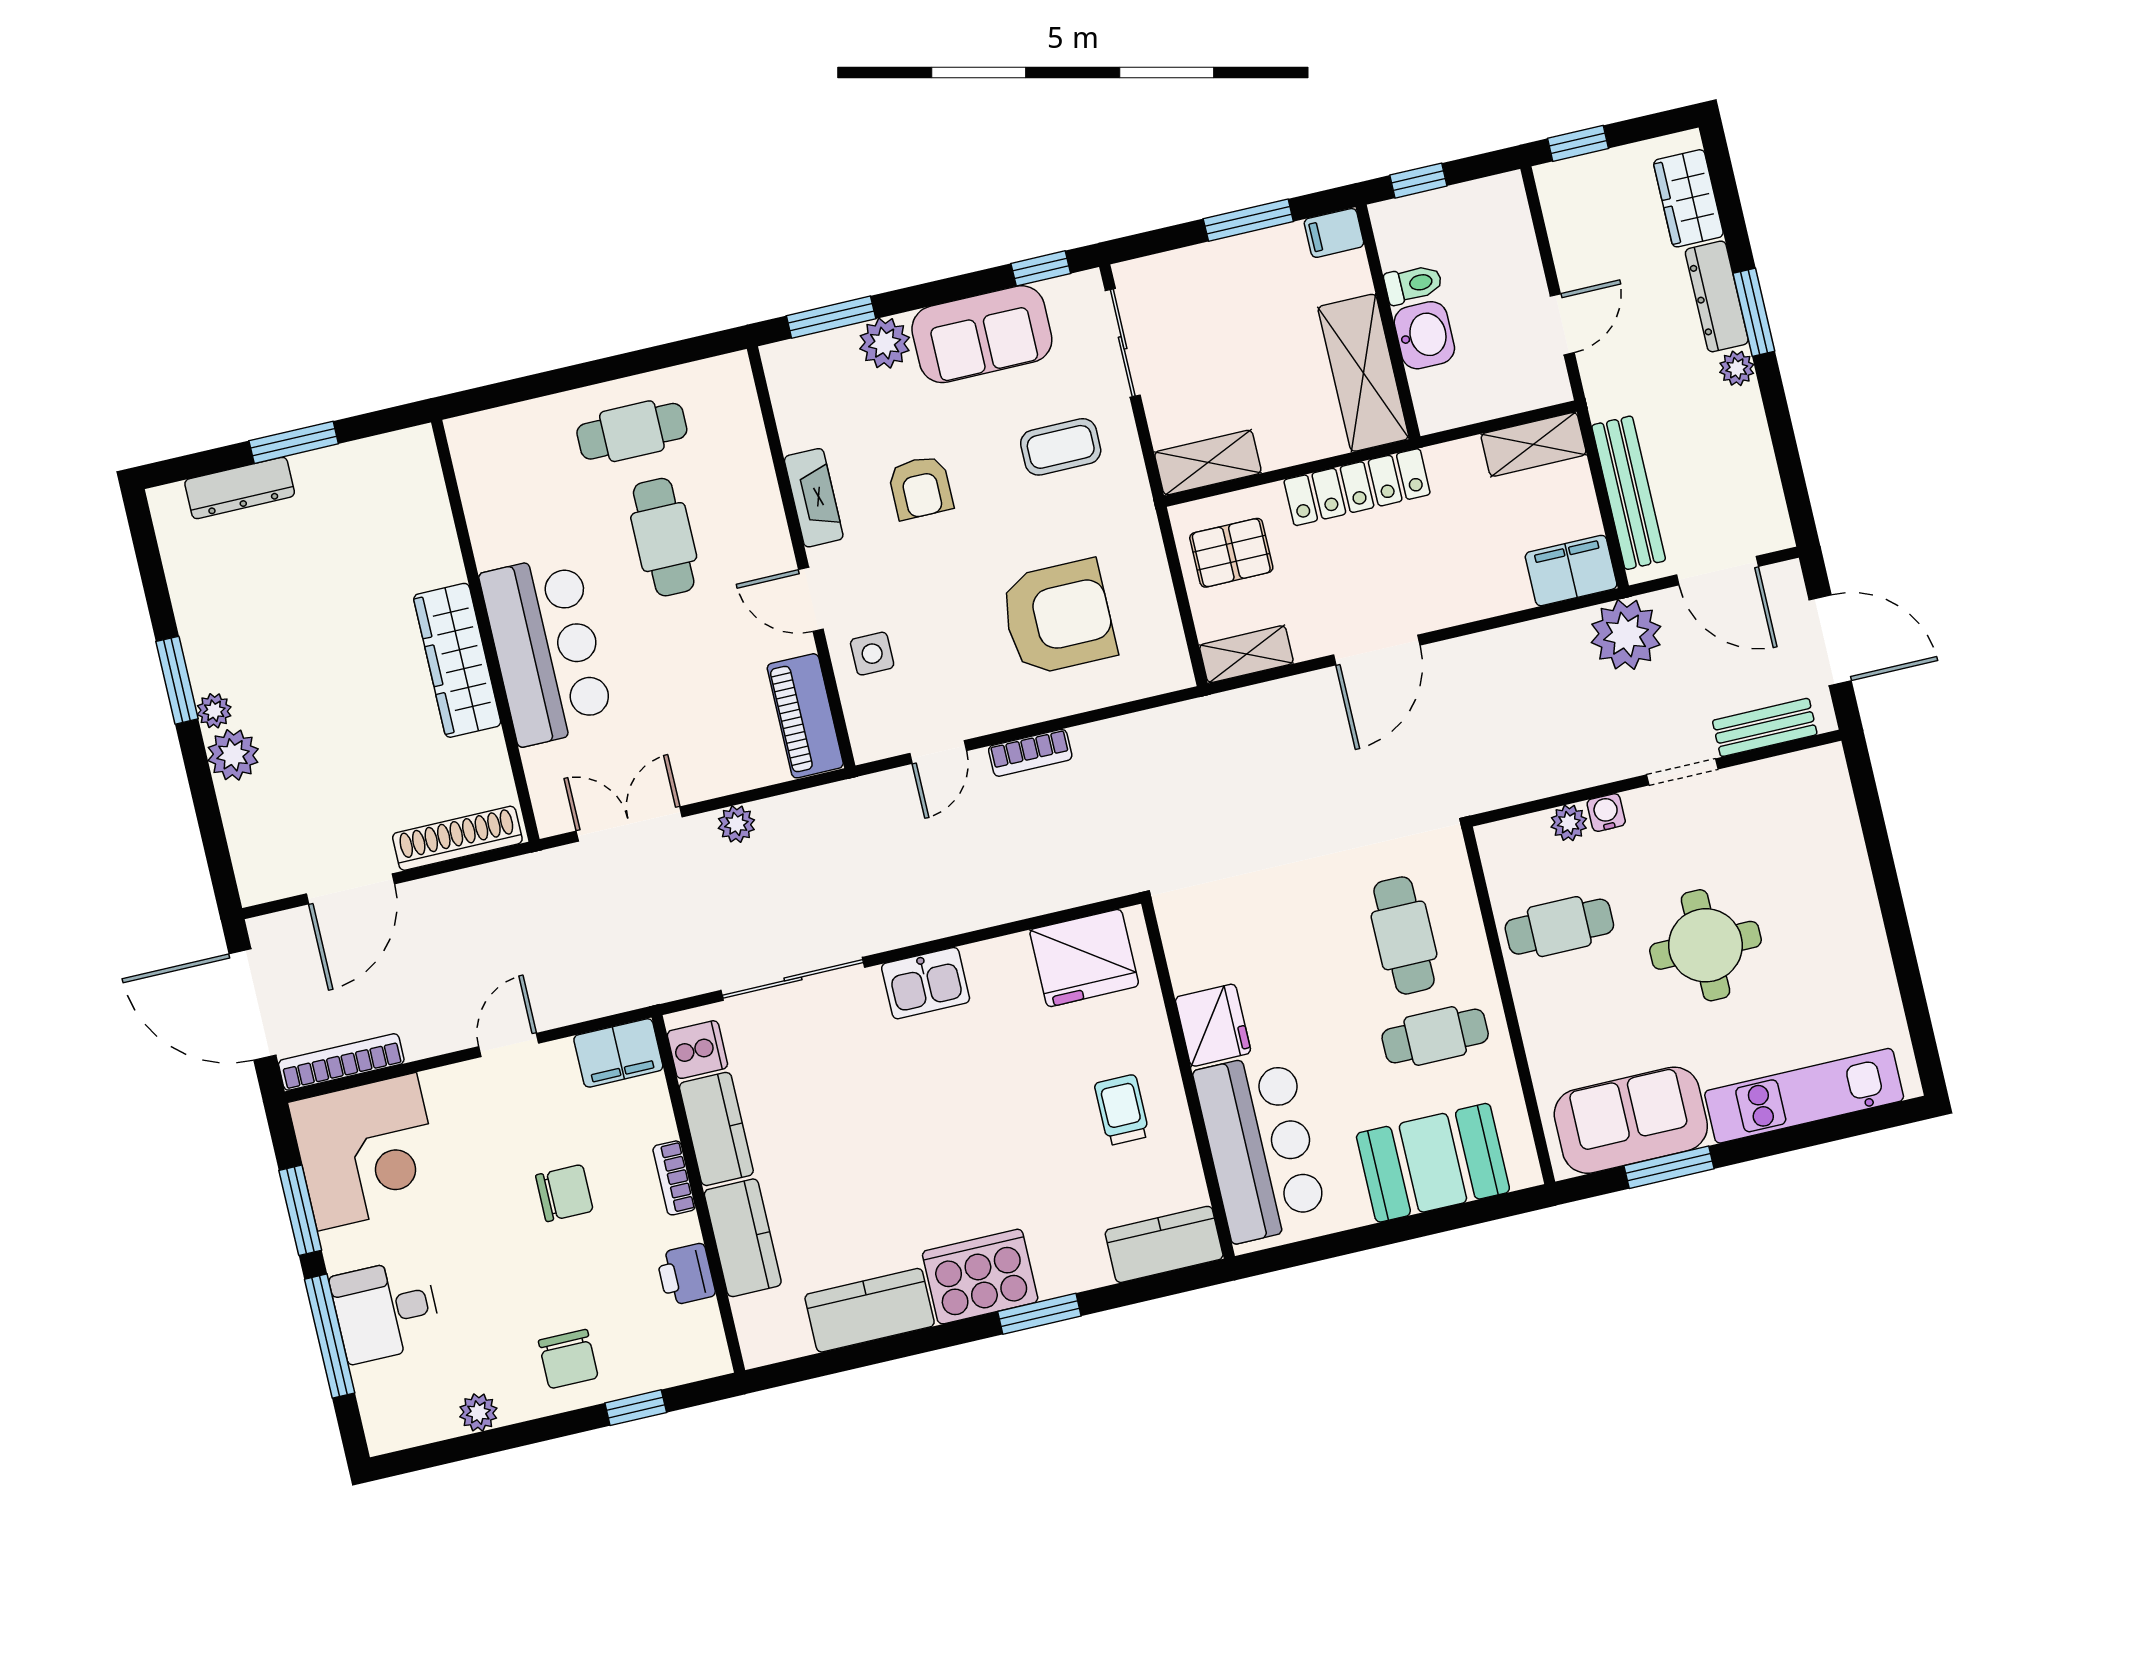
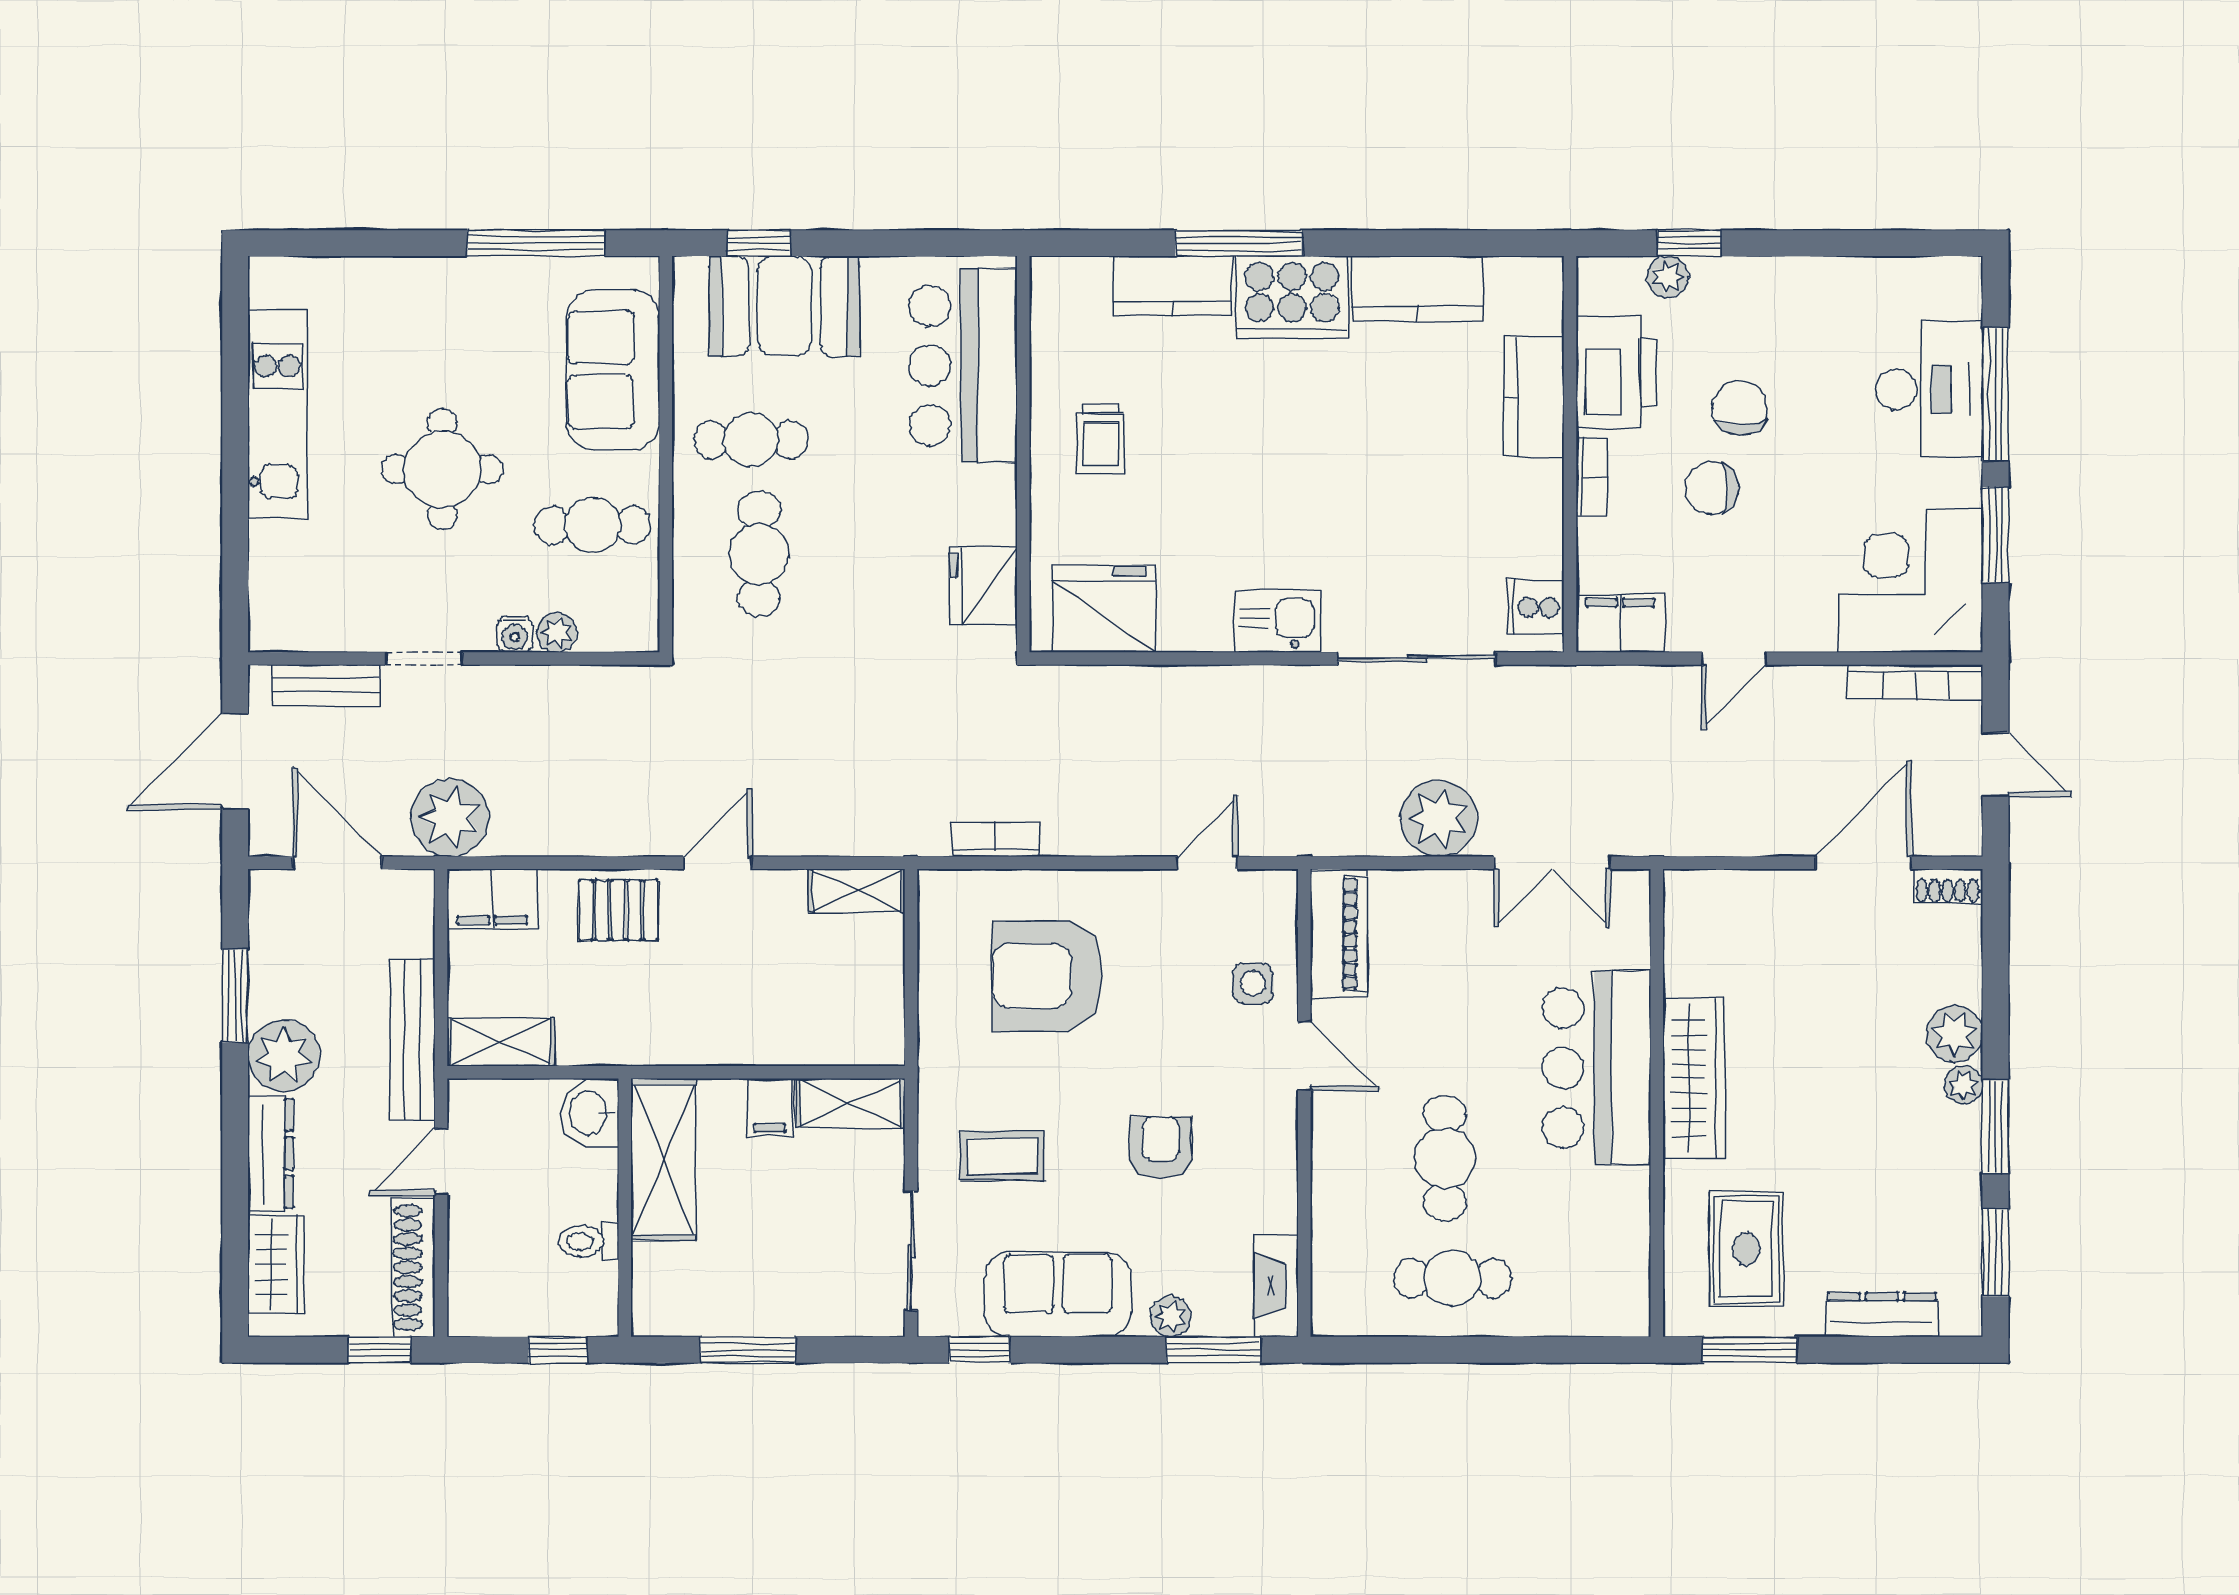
shoe rack: (1565, 224) -> (413, 1268), added
filing cabinet: (1334, 233) -> (770, 1108), moved, turned 90
window: (1754, 312) -> (235, 996), moved
washbasin: (1424, 335) -> (590, 1113), moved
plant: (885, 343) -> (1171, 1317), width x0.73, depth x0.73
plant: (1737, 368) -> (284, 1056), width x1.87, depth x1.87
window: (294, 442) -> (1750, 1350), moved
locker: (1357, 487) -> (698, 1040), removed
bench: (1629, 493) -> (412, 1039), moved
fireplace: (814, 498) -> (1276, 1286), moved
rug: (375, 519) -> (1746, 1249), added
pallet: (1231, 553) -> (618, 910), moved
window: (151, 567) -> (1996, 1253), added
door: (1830, 640) -> (235, 762), hinge flipped
door: (1377, 650) -> (718, 863), width x0.73
bookcase: (1030, 753) -> (996, 839), moved
plant: (736, 824) -> (1439, 819), width x1.88, depth x1.88
shoe rack: (457, 838) -> (1948, 886), moved, width x0.51, depth x0.81
door: (252, 1004) -> (1996, 765), width x0.53
fridge: (1213, 1025) -> (983, 586), moved
kitchen unit: (1804, 1096) -> (277, 414), moved, turned -90
sofa: (1631, 1120) -> (613, 370), moved, turned 90
kitchen counter: (716, 1129) -> (1535, 518), removed
window: (1669, 1167) -> (536, 243), width x1.44
window: (1469, 1214) -> (759, 243), added
kitchen counter: (1164, 1244) -> (1172, 286), moved
printer: (686, 1275) -> (1616, 372), width x1.87, depth x1.48
desk: (386, 1310) -> (1929, 389), width x1.37
window: (1039, 1314) -> (1238, 243), width x1.44
chair: (568, 1359) -> (1740, 408), moved
plant: (478, 1413) -> (1668, 277), moved

